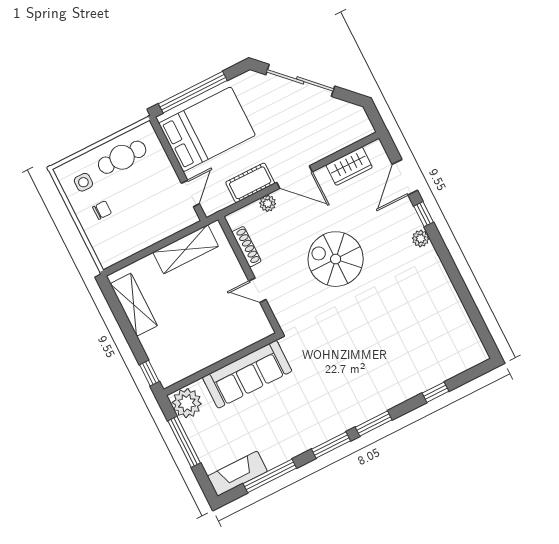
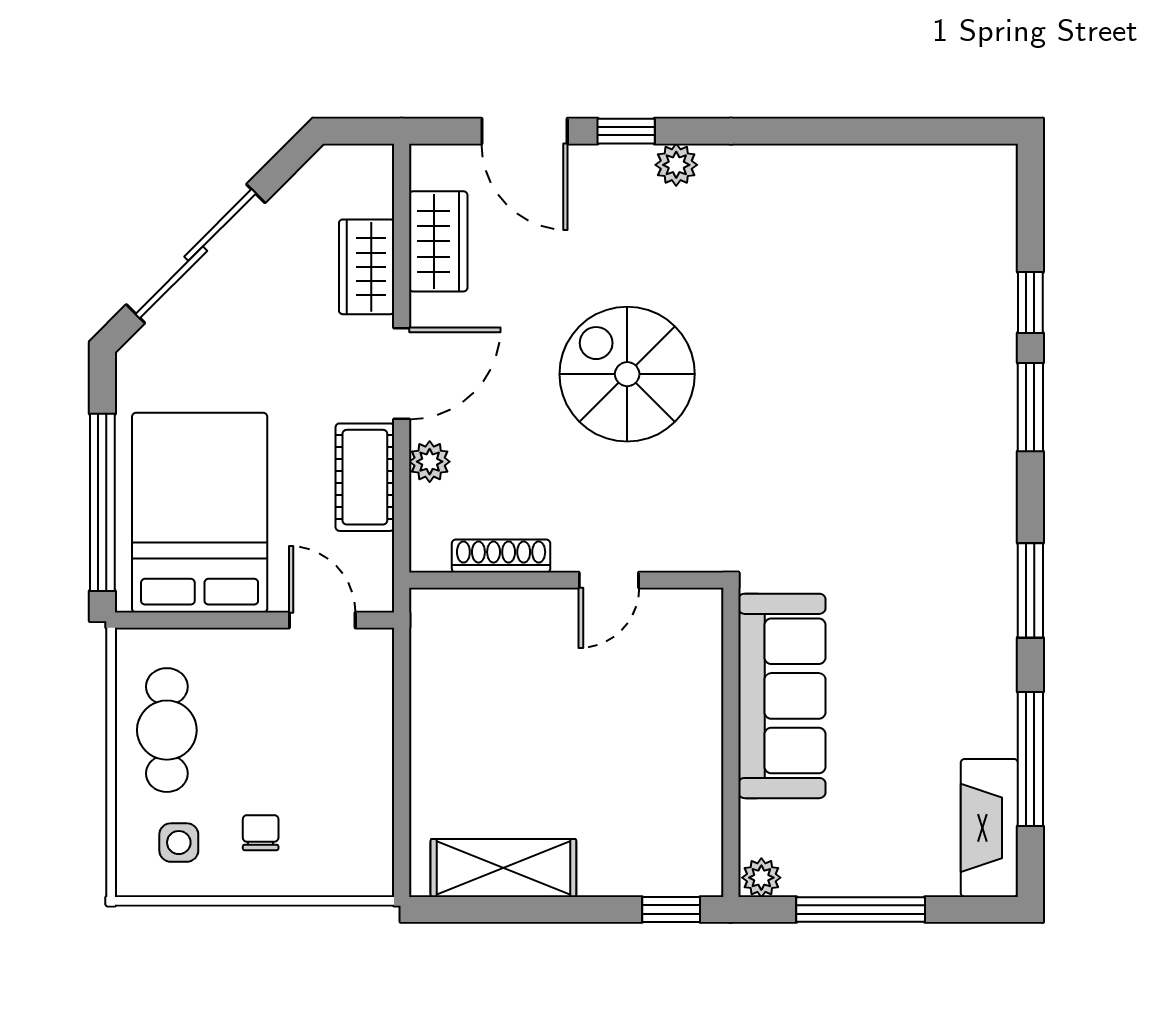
wardrobe: (327, 145) -> (367, 267), added
shelving: (186, 249) -> (439, 693), removed
spiral stairs: (336, 259) -> (627, 374), turned 90
plant: (187, 403) -> (761, 878), width x0.53, depth x0.53
window: (374, 423) -> (1030, 407), moved

